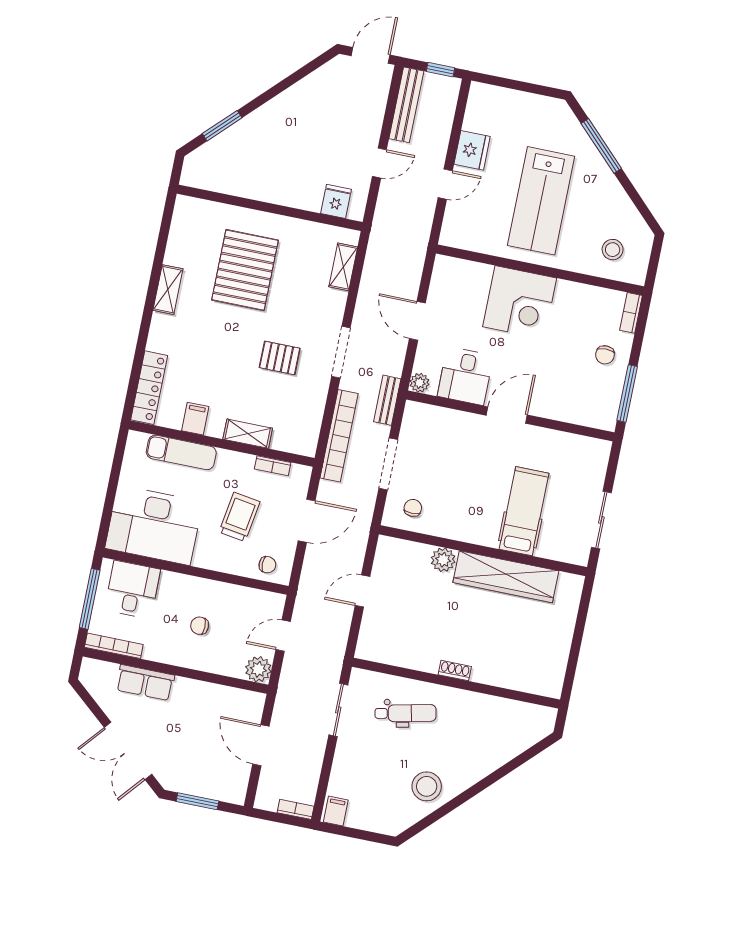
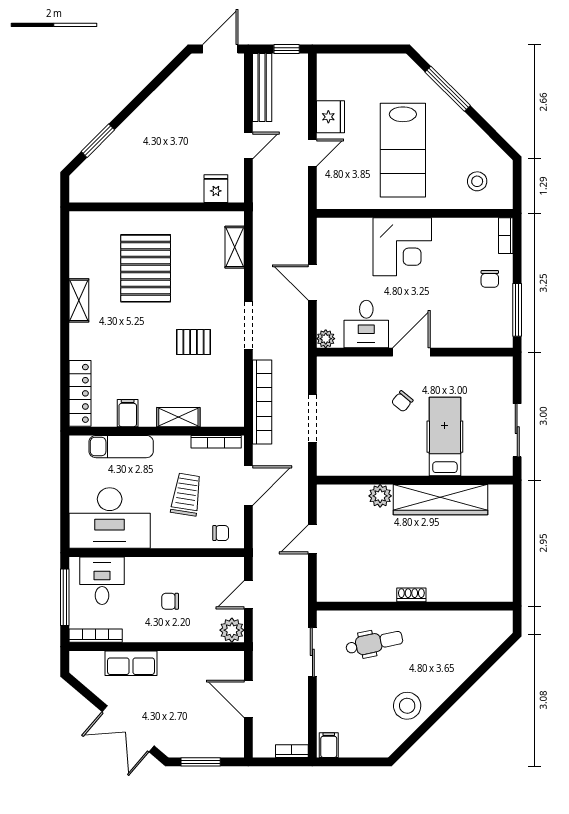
bench: (387, 400) -> (300, 361), removed
bookcase: (273, 466) -> (216, 442), width x1.56
chair: (413, 508) -> (402, 401), moved, turned -140

